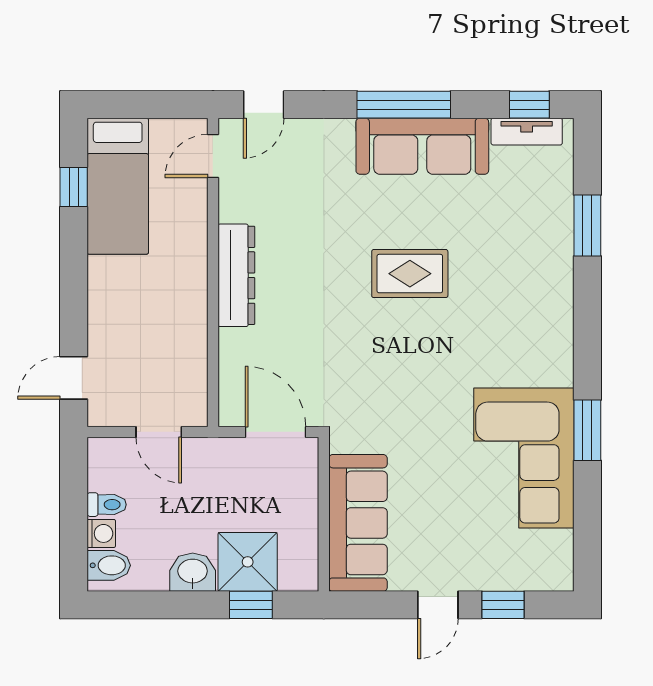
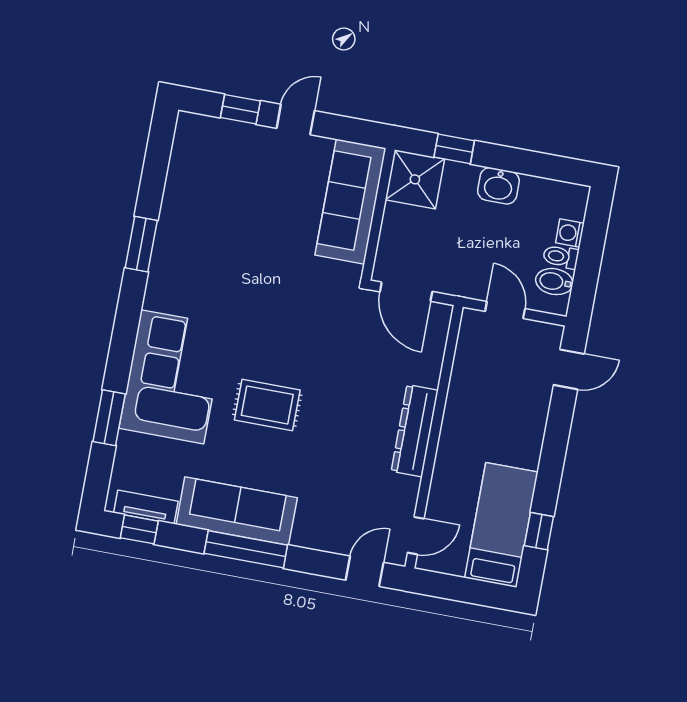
corner sofa: (524, 458) -> (172, 377), moved
shower: (248, 562) -> (415, 179), moved
bidet: (109, 565) -> (554, 282), moved

